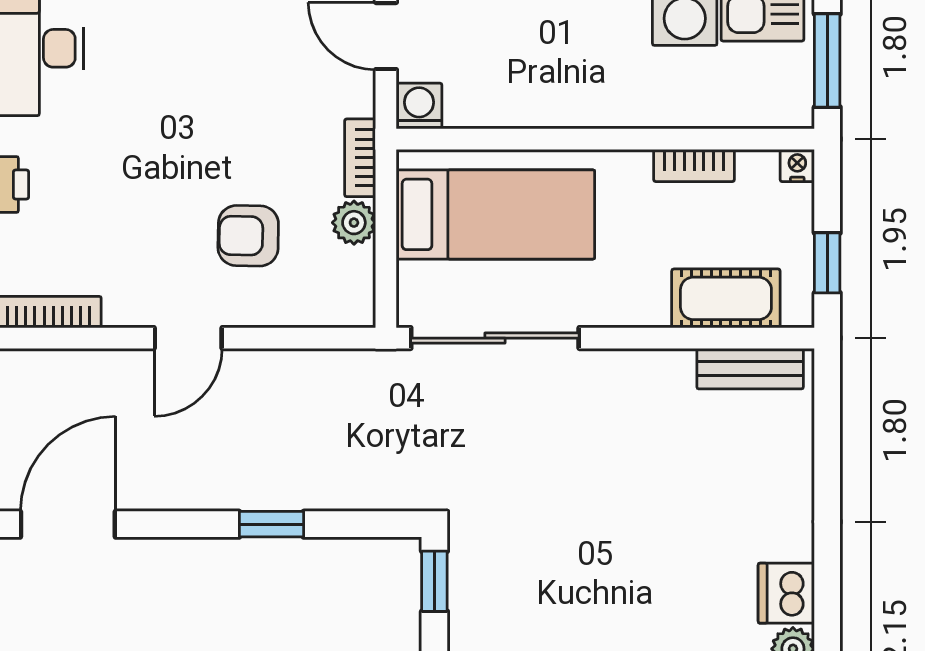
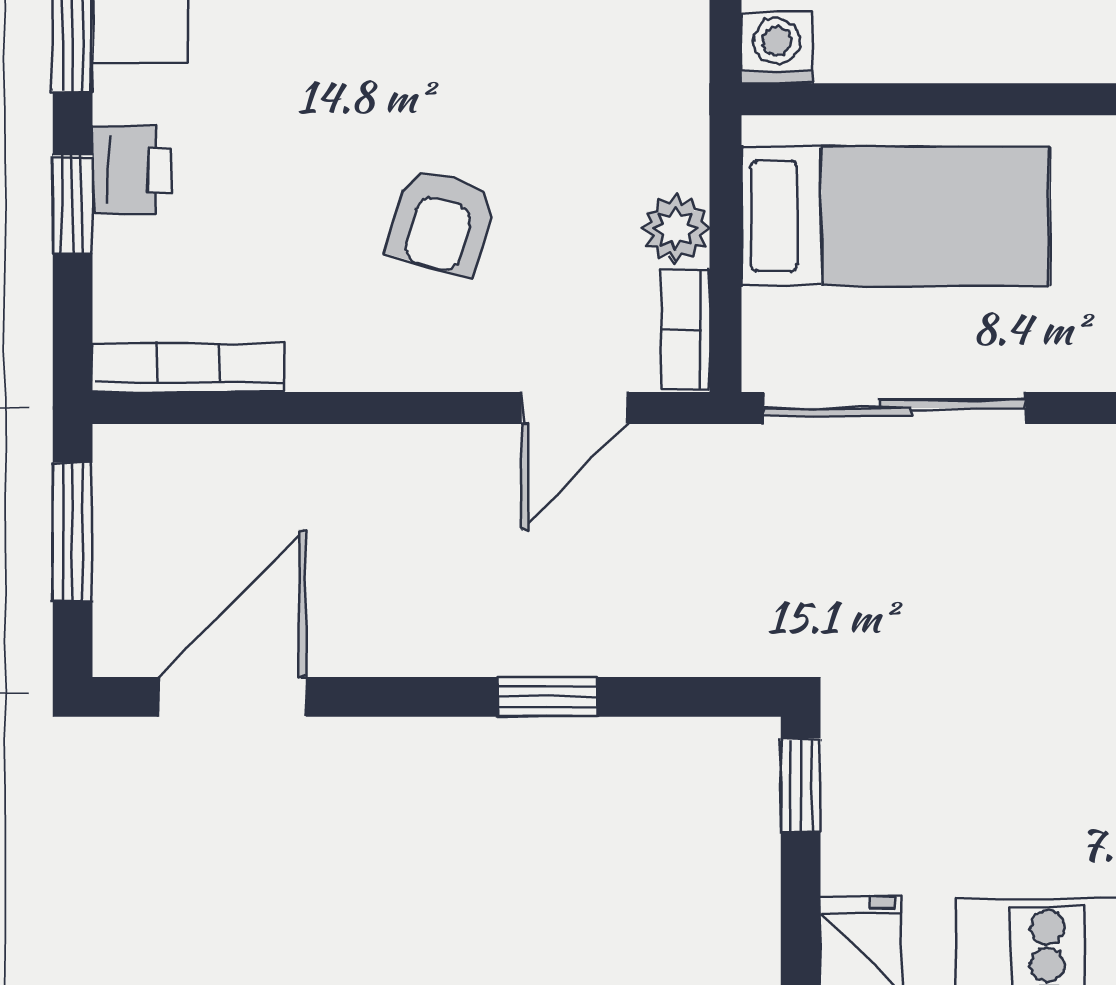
bookcase: (360, 158) -> (686, 329), moved
armchair: (248, 236) -> (441, 221), moved, turned -75
door: (188, 338) -> (575, 408), moved

